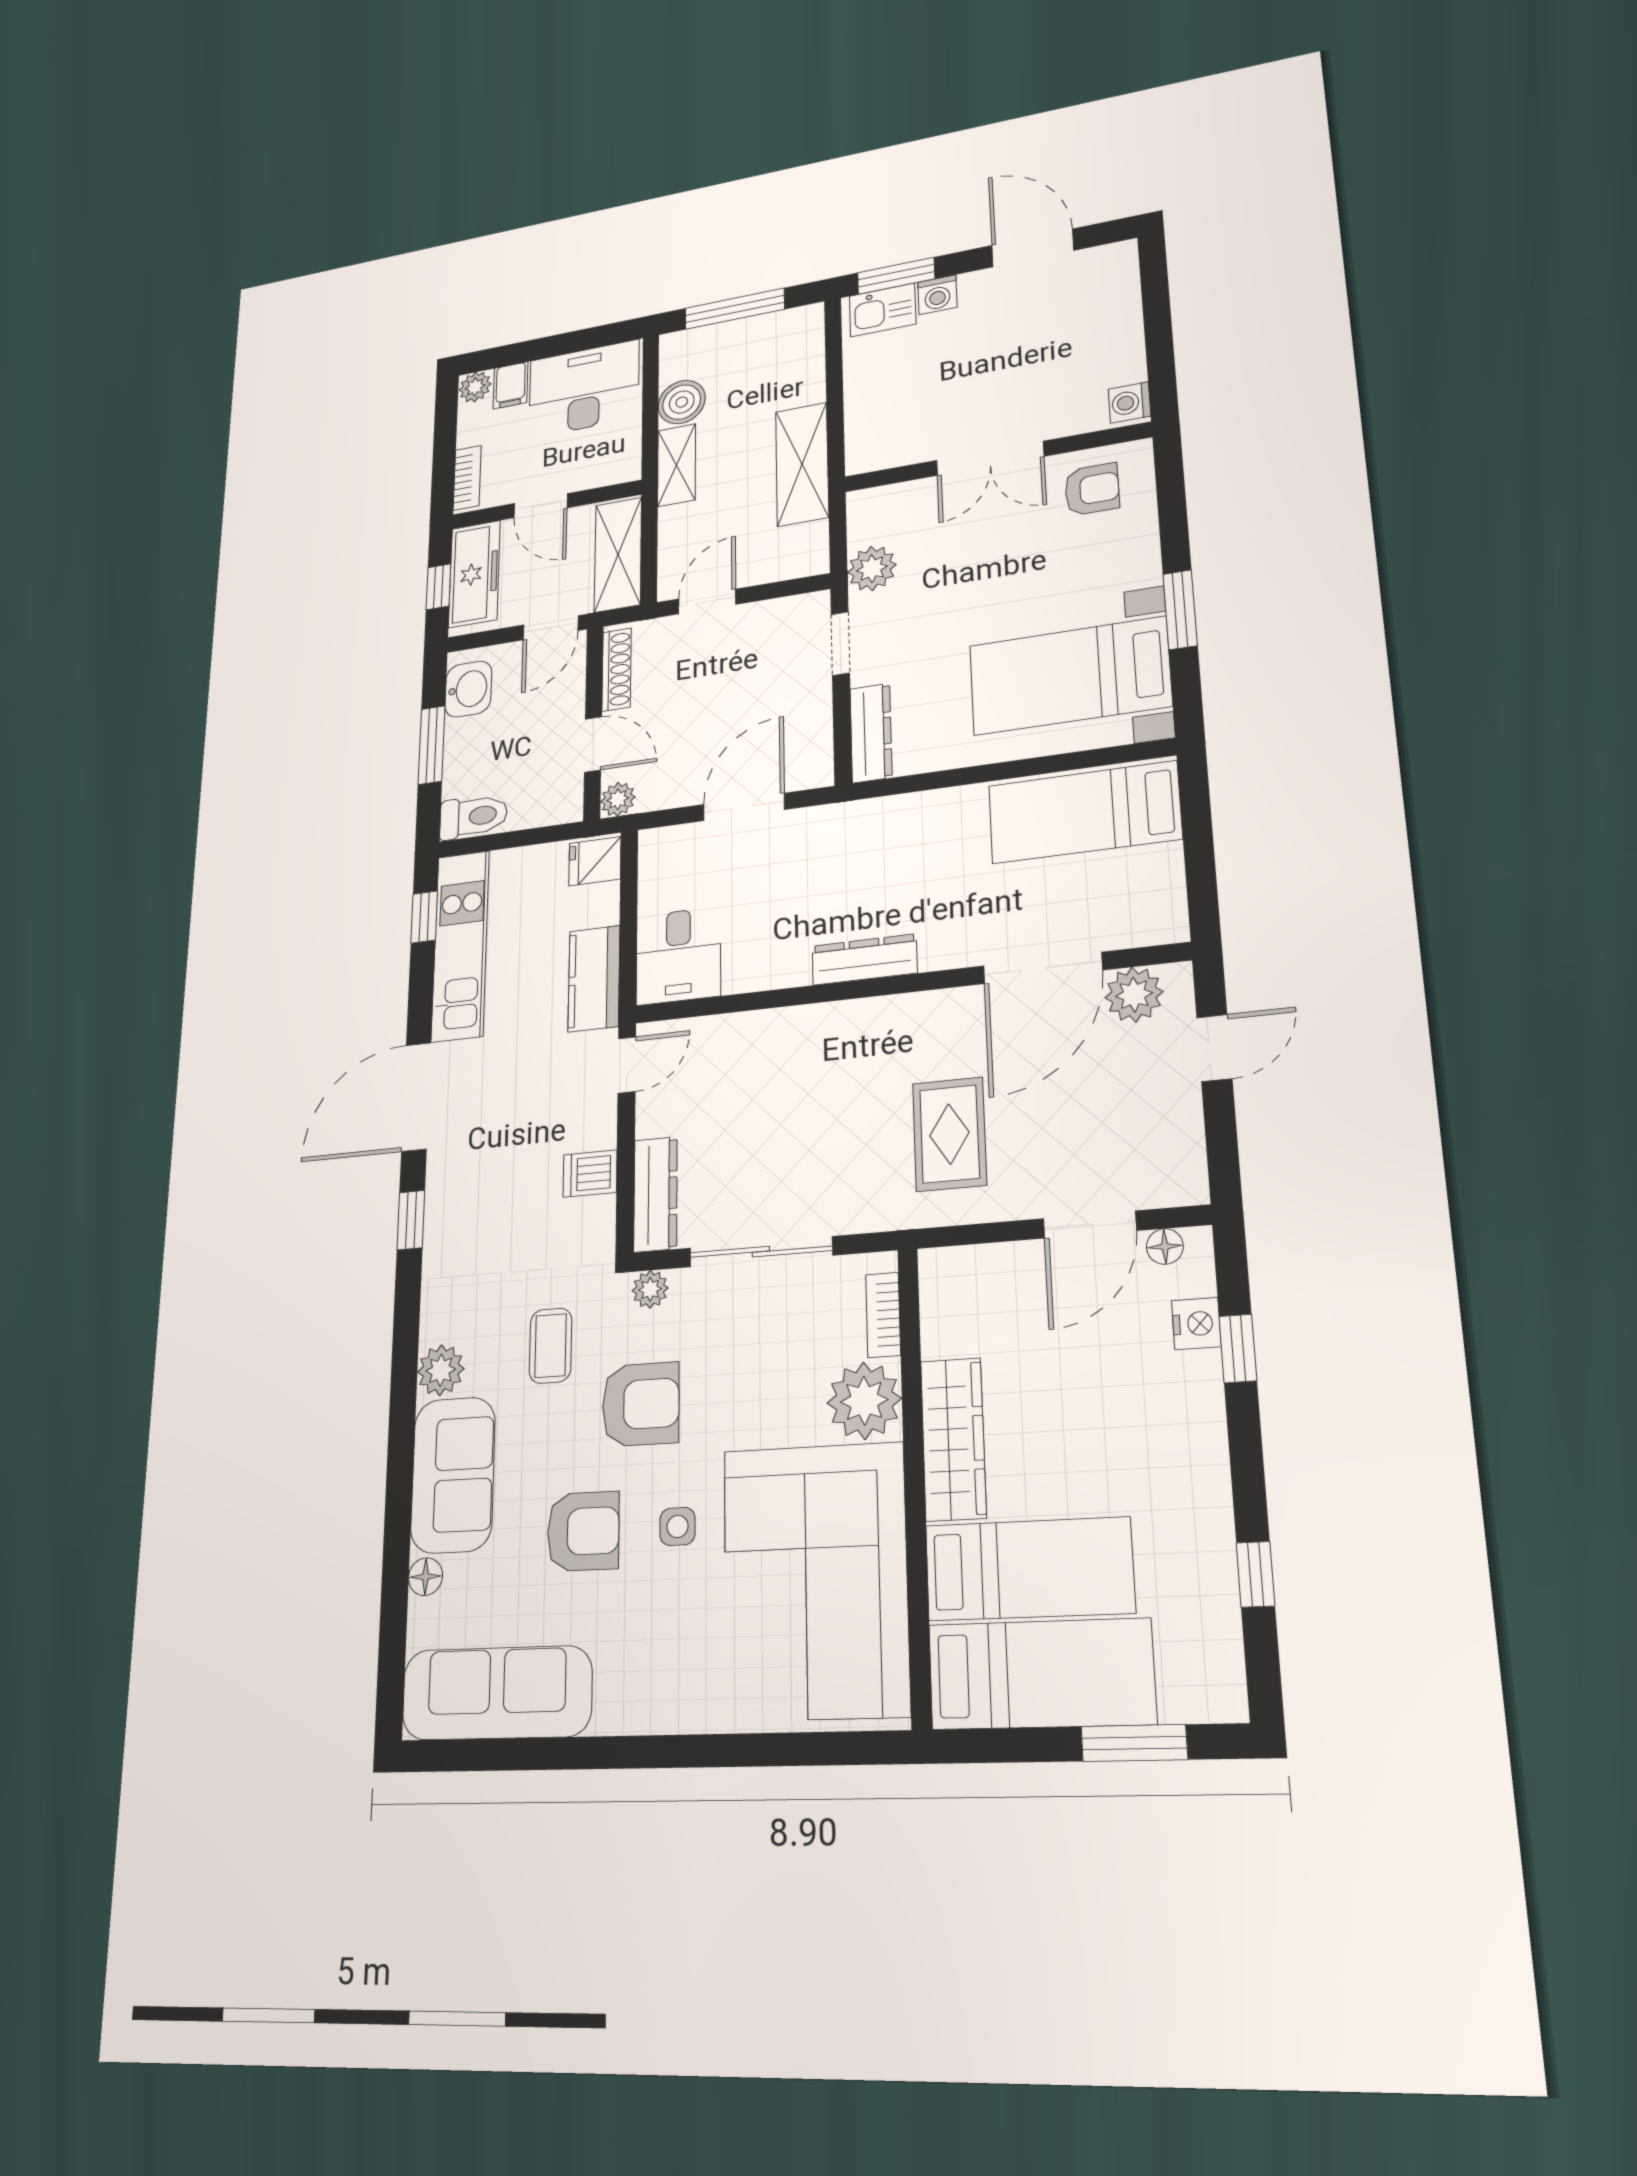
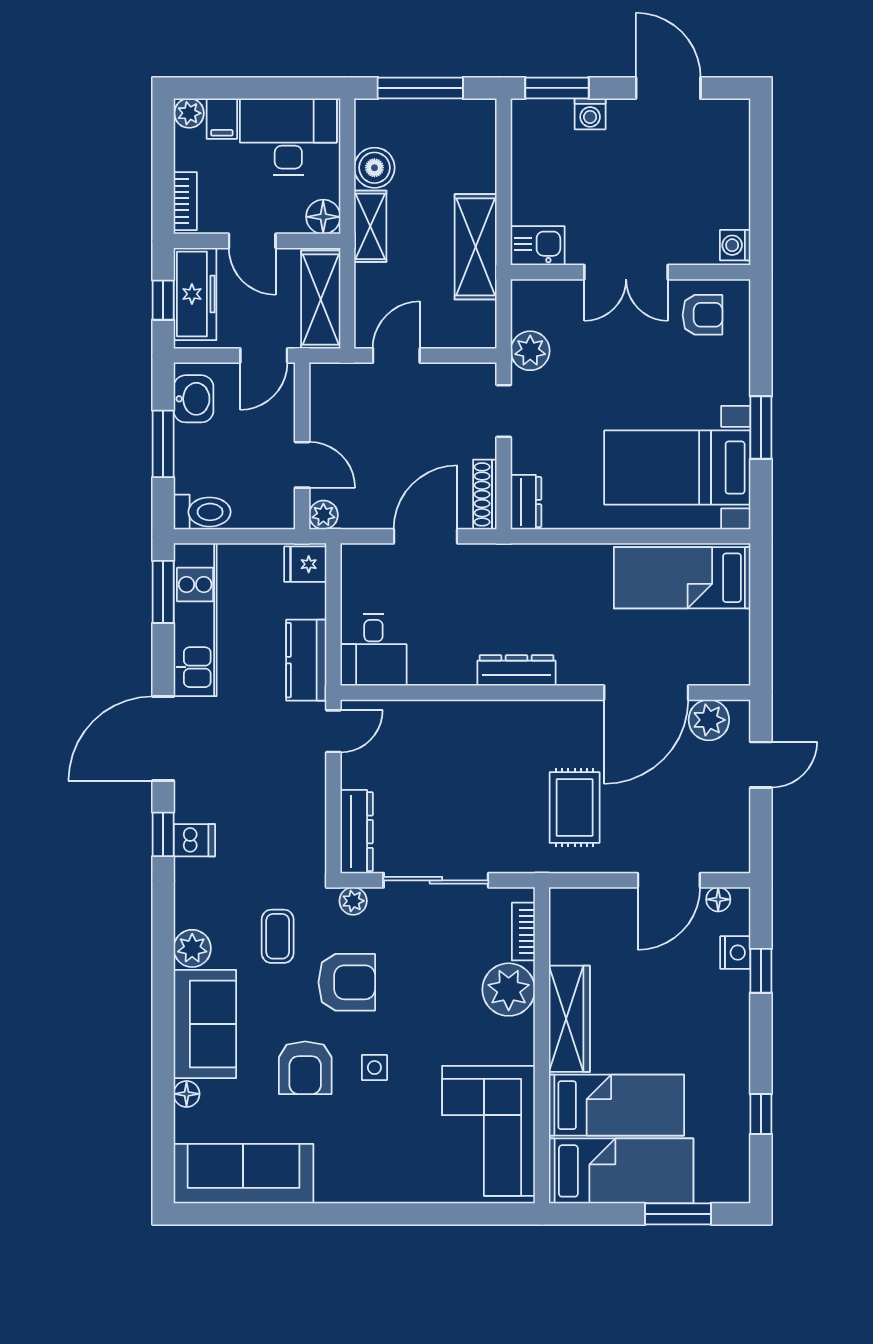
kitchen sink: (883, 310) -> (538, 246), moved, turned 180
floor lamp: (622, 465) -> (323, 217), added
shoe rack: (617, 670) -> (485, 494), moved, turned 180
dresser: (871, 733) -> (526, 502), width x0.70
window: (424, 917) -> (163, 592), width x1.50
dishwasher: (590, 1174) -> (194, 840), moved, turned 180
armchair: (583, 1531) -> (305, 1068), turned 90
corner sofa: (815, 1581) -> (489, 1131), width x0.73, depth x0.74

